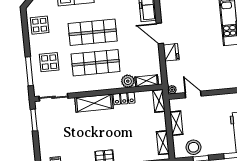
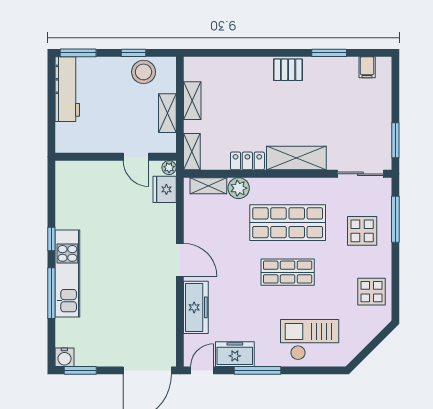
shop shelf: (93, 32) -> (288, 272), width x0.70, depth x0.74
fridge: (171, 52) -> (165, 189), moved
shelving: (163, 143) -> (192, 101), moved

